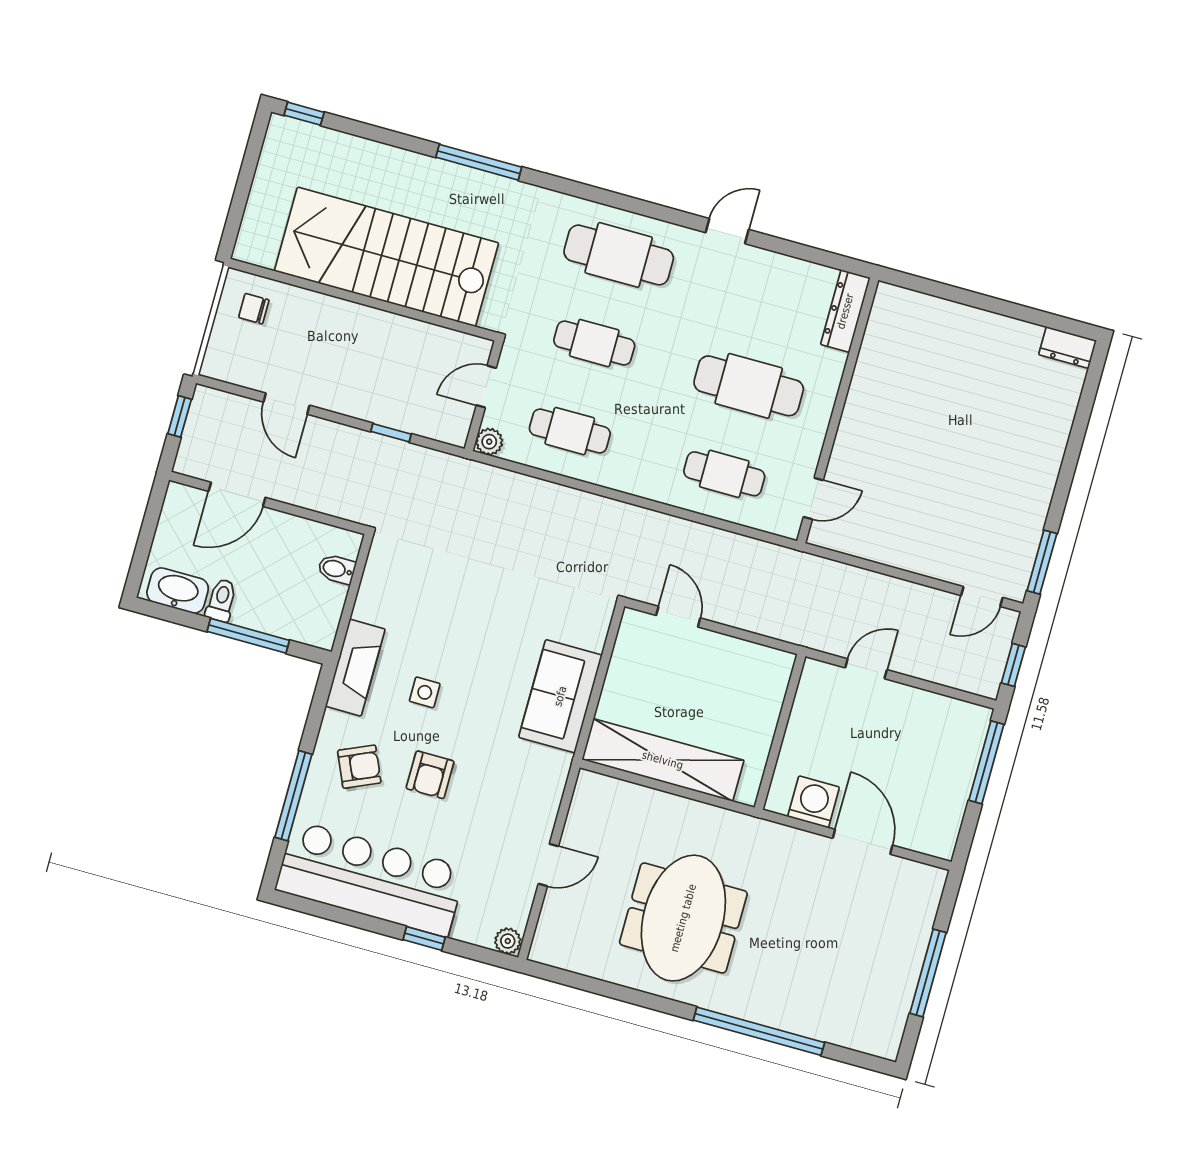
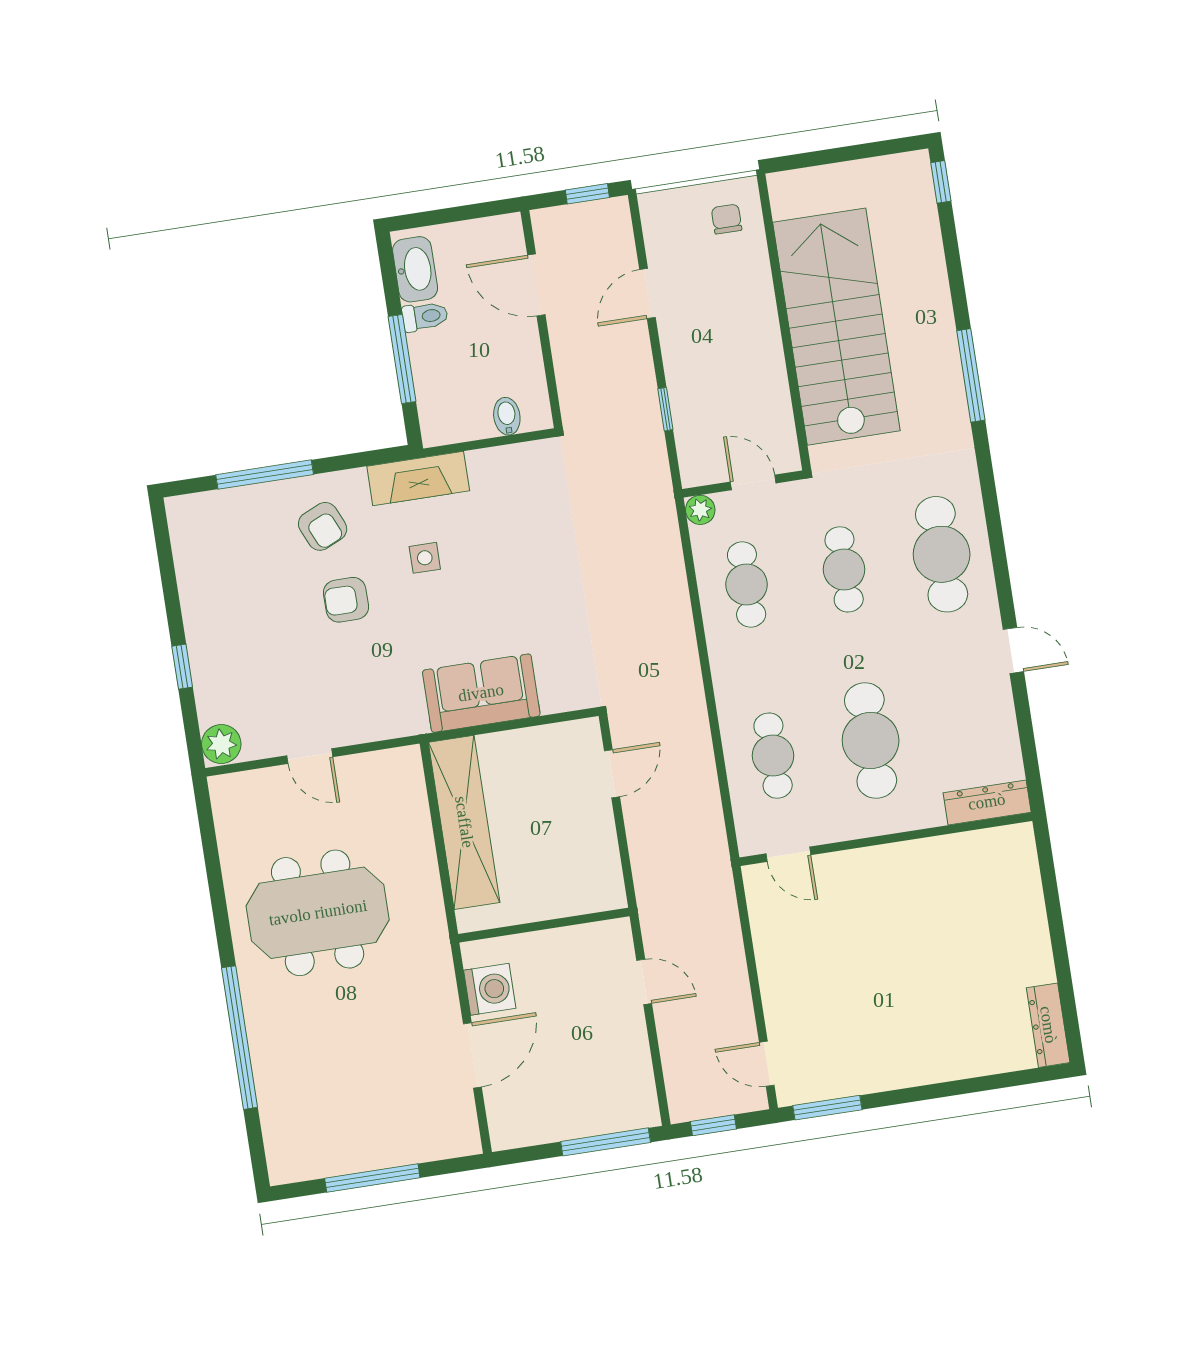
dresser: (1067, 348) -> (1048, 1025), width x1.44
bar counter: (371, 879) -> (217, 588), removed
plant: (508, 941) -> (221, 744), width x1.38, depth x1.38

